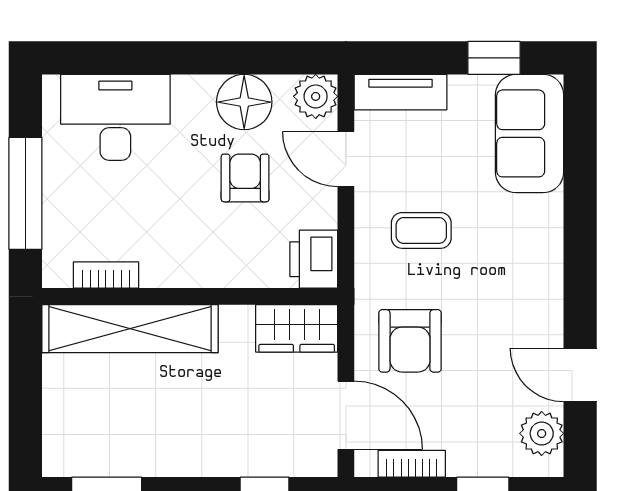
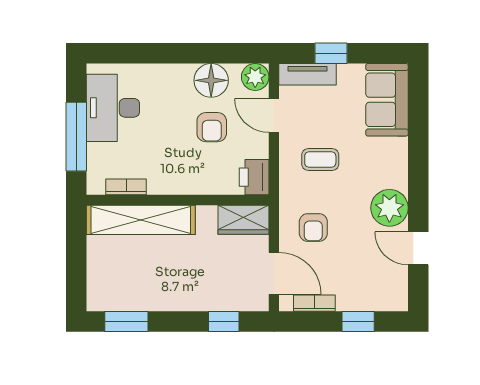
window: (494, 58) -> (331, 53), moved
desk: (115, 117) -> (113, 108), moved, turned -90
armchair: (245, 178) -> (212, 127), turned 180
armchair: (410, 341) -> (313, 227), width x0.72, depth x0.72
plant: (542, 433) -> (389, 208), moved, width x1.36, depth x1.36

